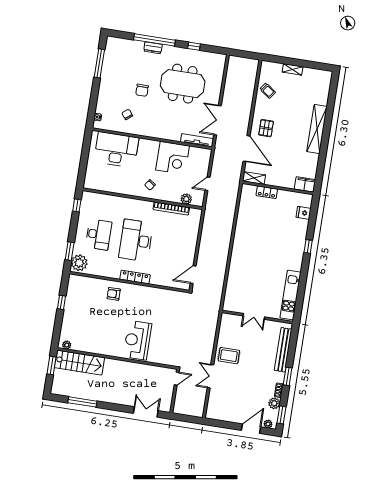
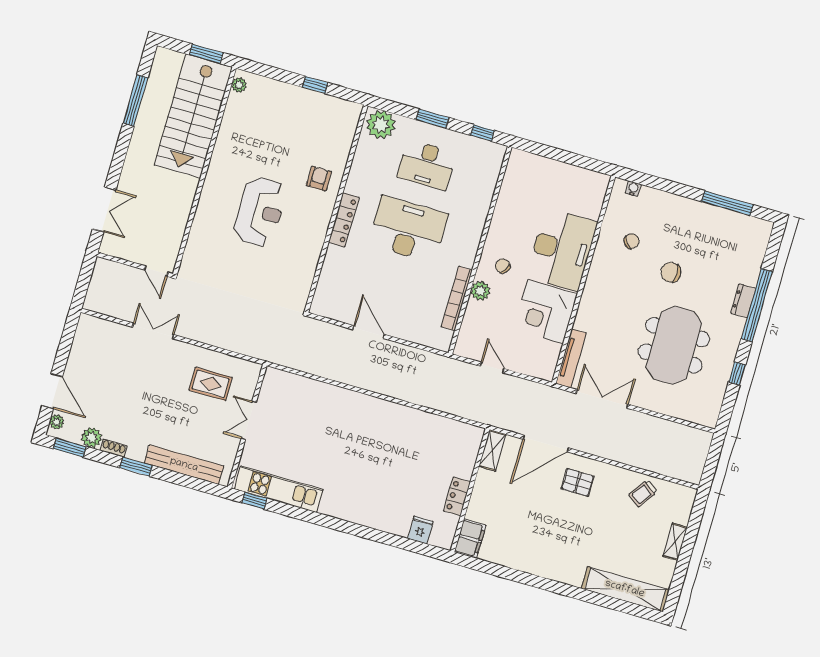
shelving: (317, 129) -> (625, 589), moved
desk: (116, 150) -> (562, 250), moved
locker: (267, 192) -> (457, 496), moved
plant: (186, 199) -> (480, 291), moved
window: (308, 246) -> (255, 501), moved
window: (70, 251) -> (432, 119), moved
door: (193, 275) -> (369, 332), moved
reception desk: (138, 340) -> (260, 212), moved, turned 90
rug: (229, 356) -> (211, 384), moved, turned 90
stairs: (79, 363) -> (193, 116), width x1.36, depth x1.51

